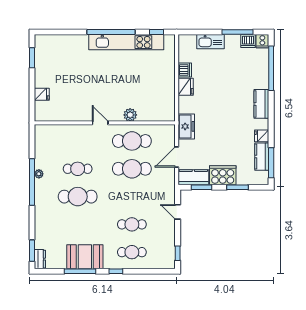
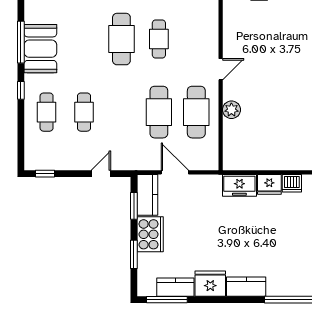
freezer: (186, 126) -> (239, 185), moved
fridge: (262, 136) -> (210, 284), width x1.88, depth x1.34

